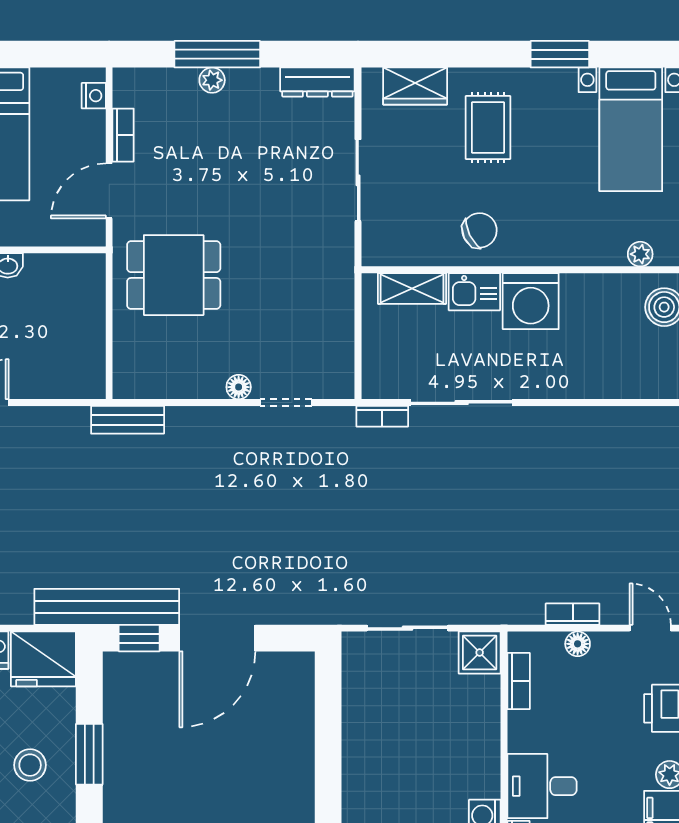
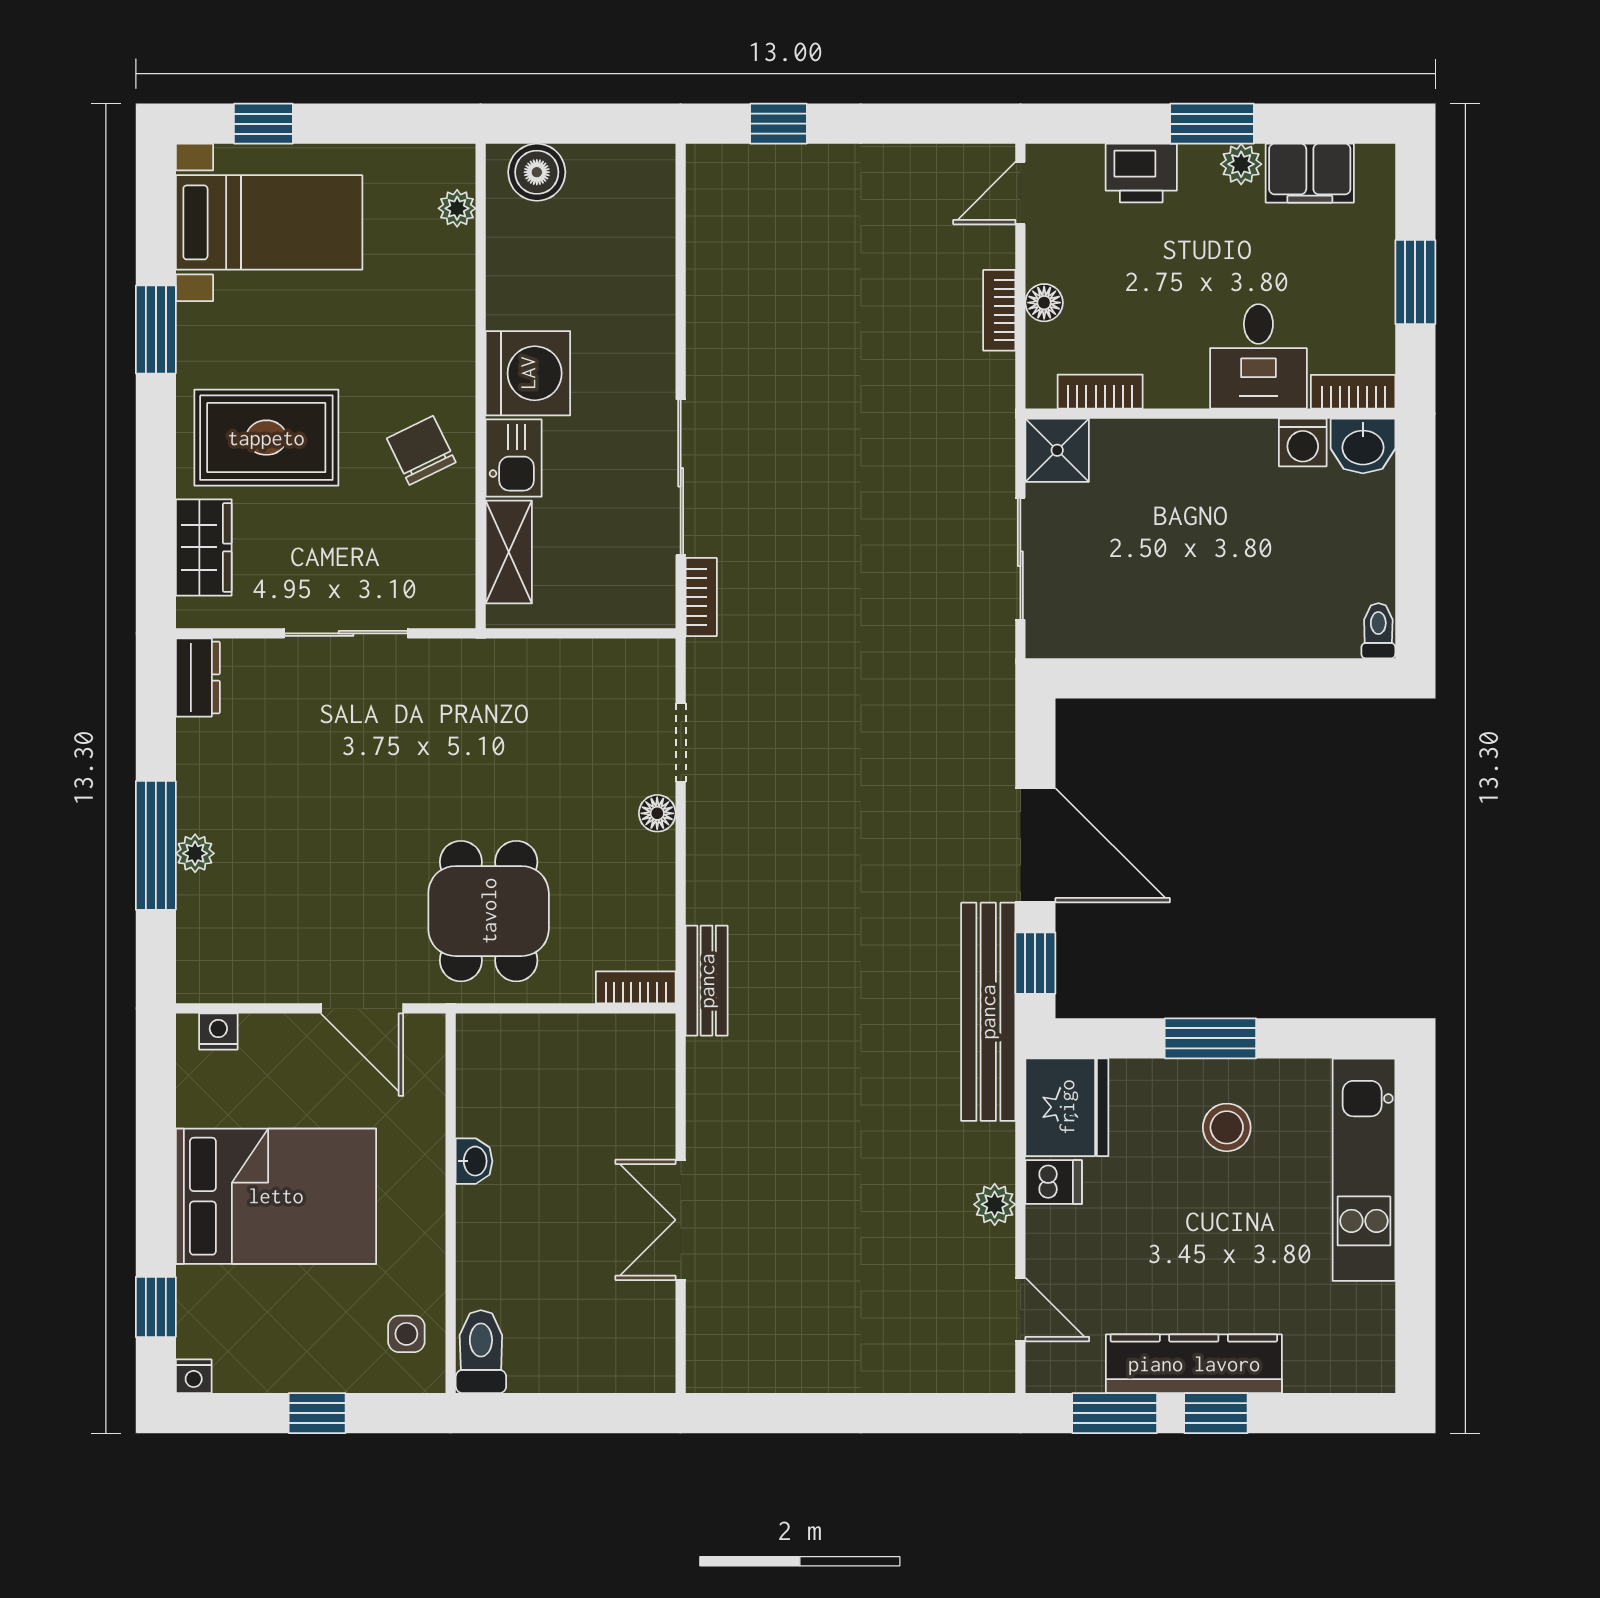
dresser: (317, 82) -> (198, 678), width x0.70
rug: (488, 128) -> (266, 438), width x1.36, depth x1.43
bookcase: (123, 135) -> (636, 987), moved

